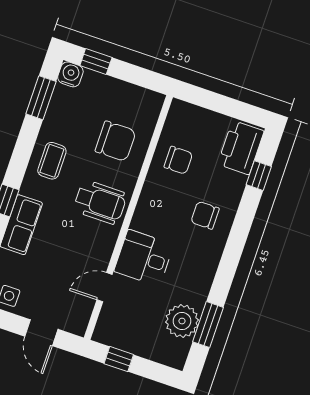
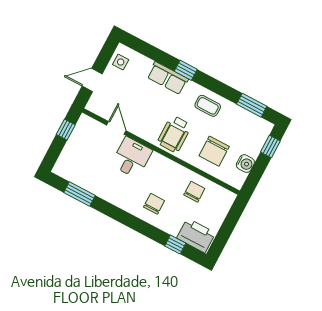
water cooler: (70, 74) -> (245, 164), moved
chair: (178, 160) -> (194, 192), turned 180
plant: (182, 321) -> (85, 177), removed

